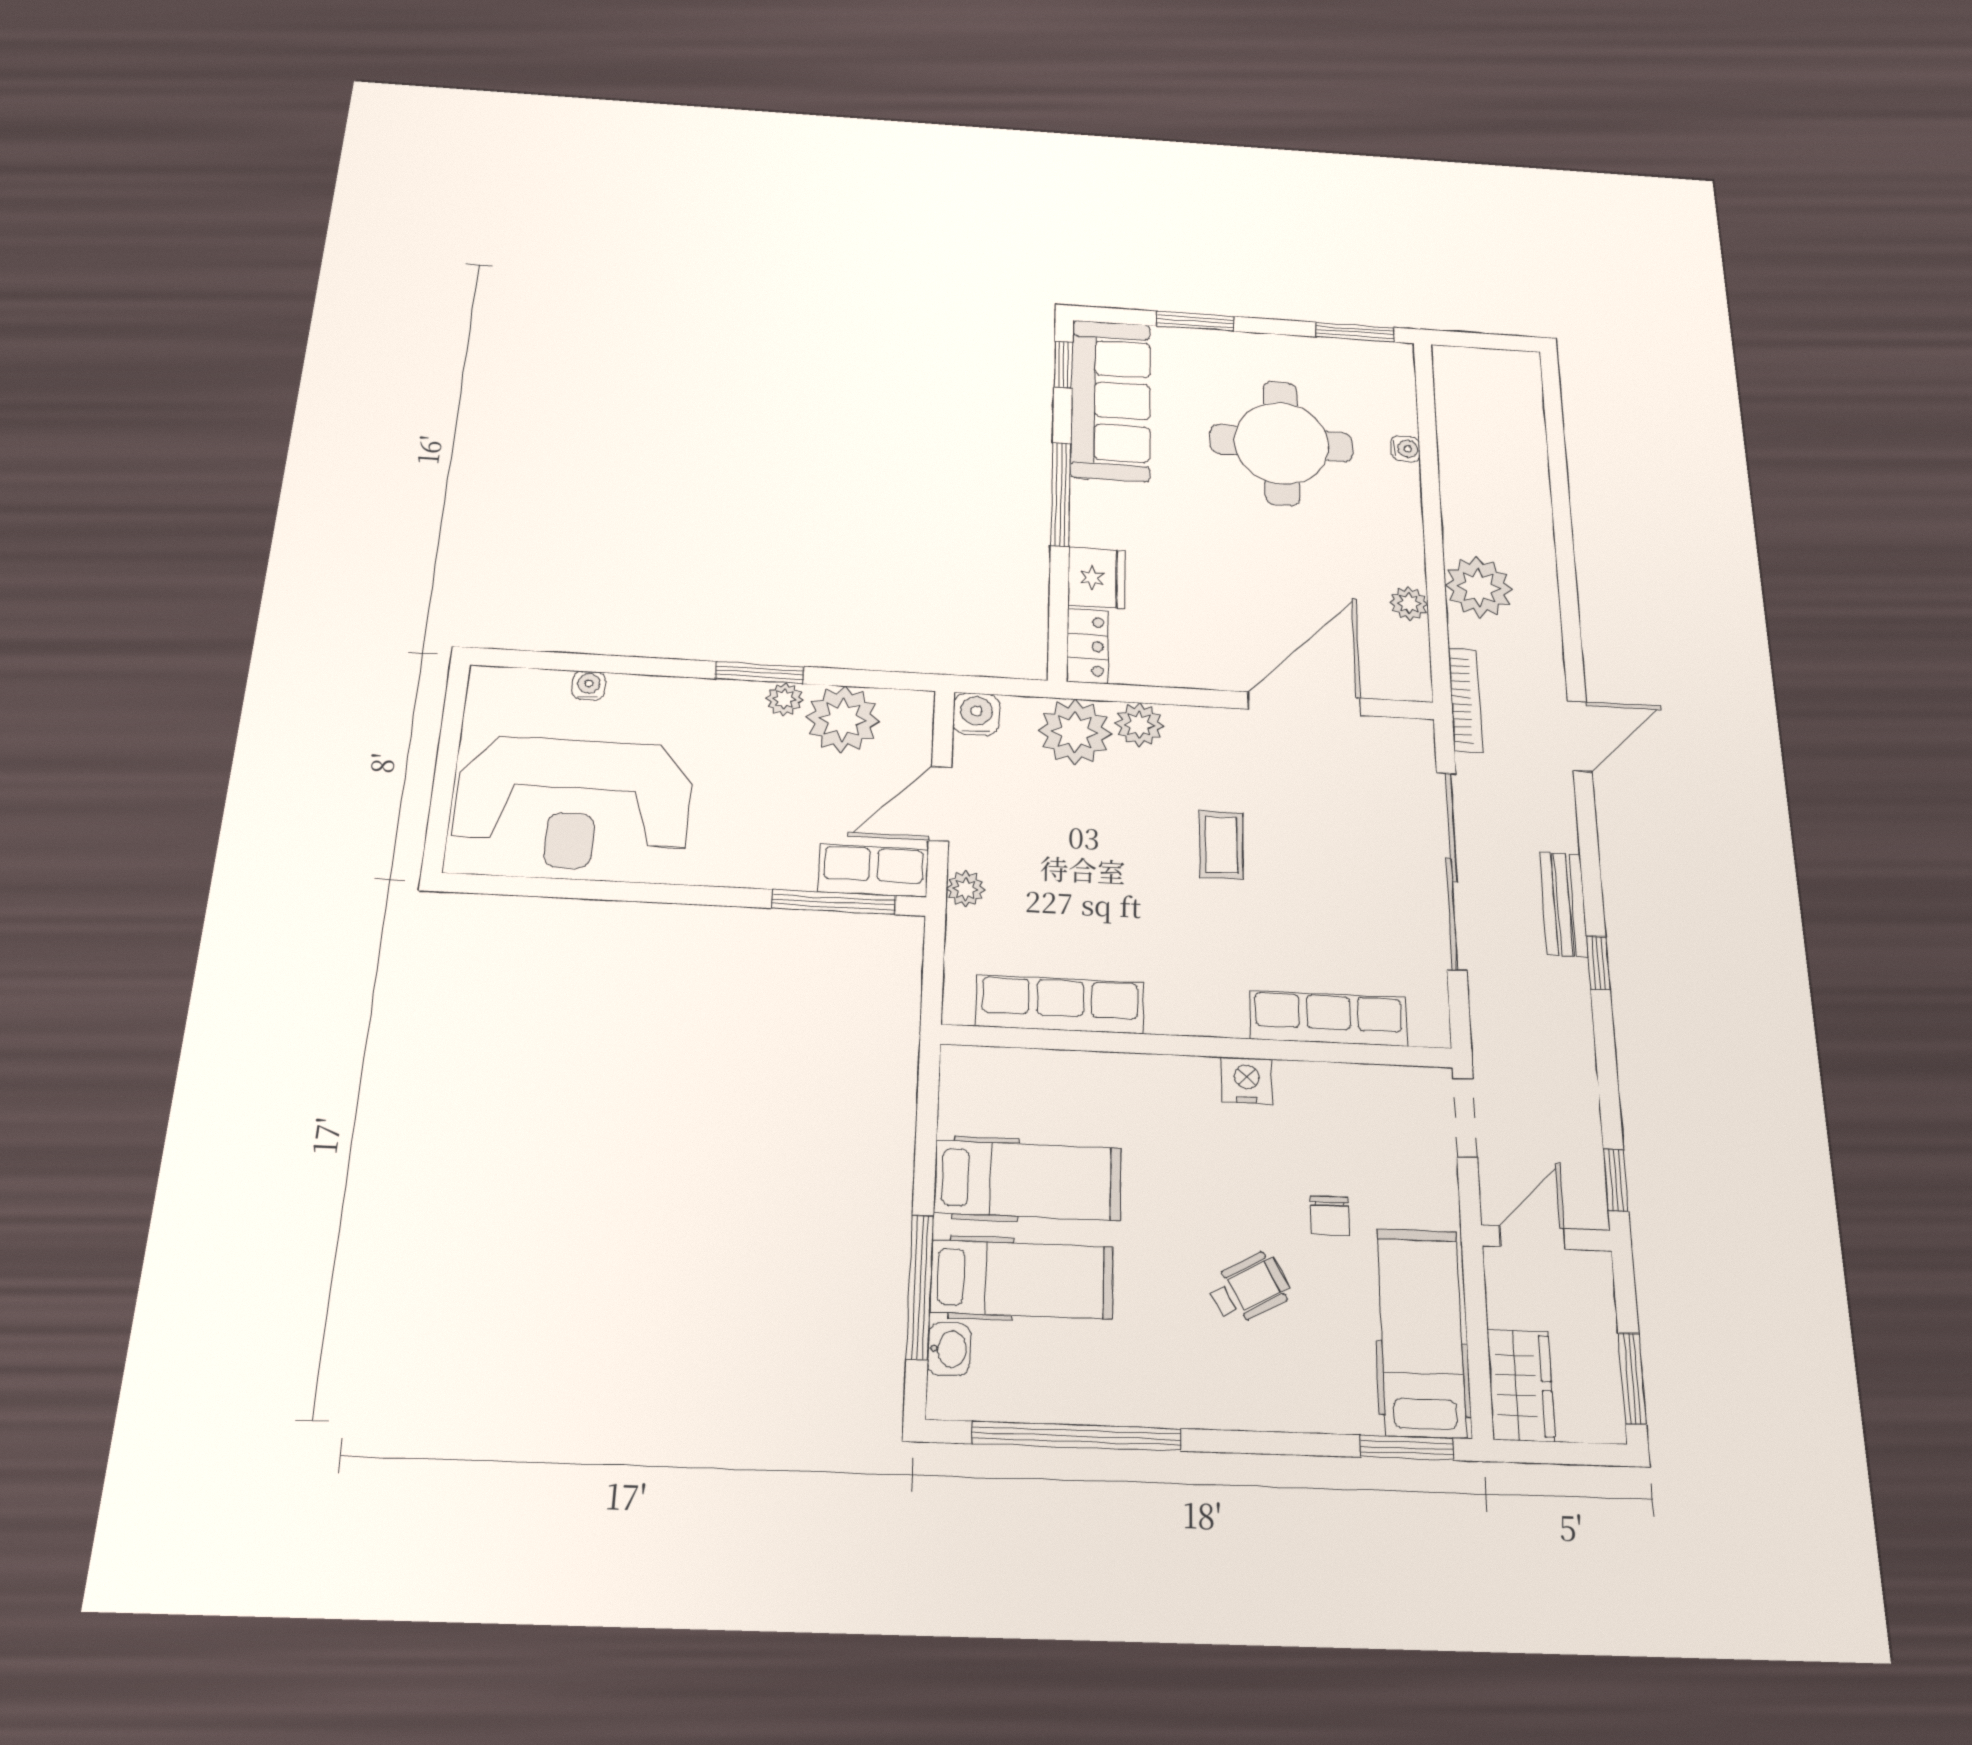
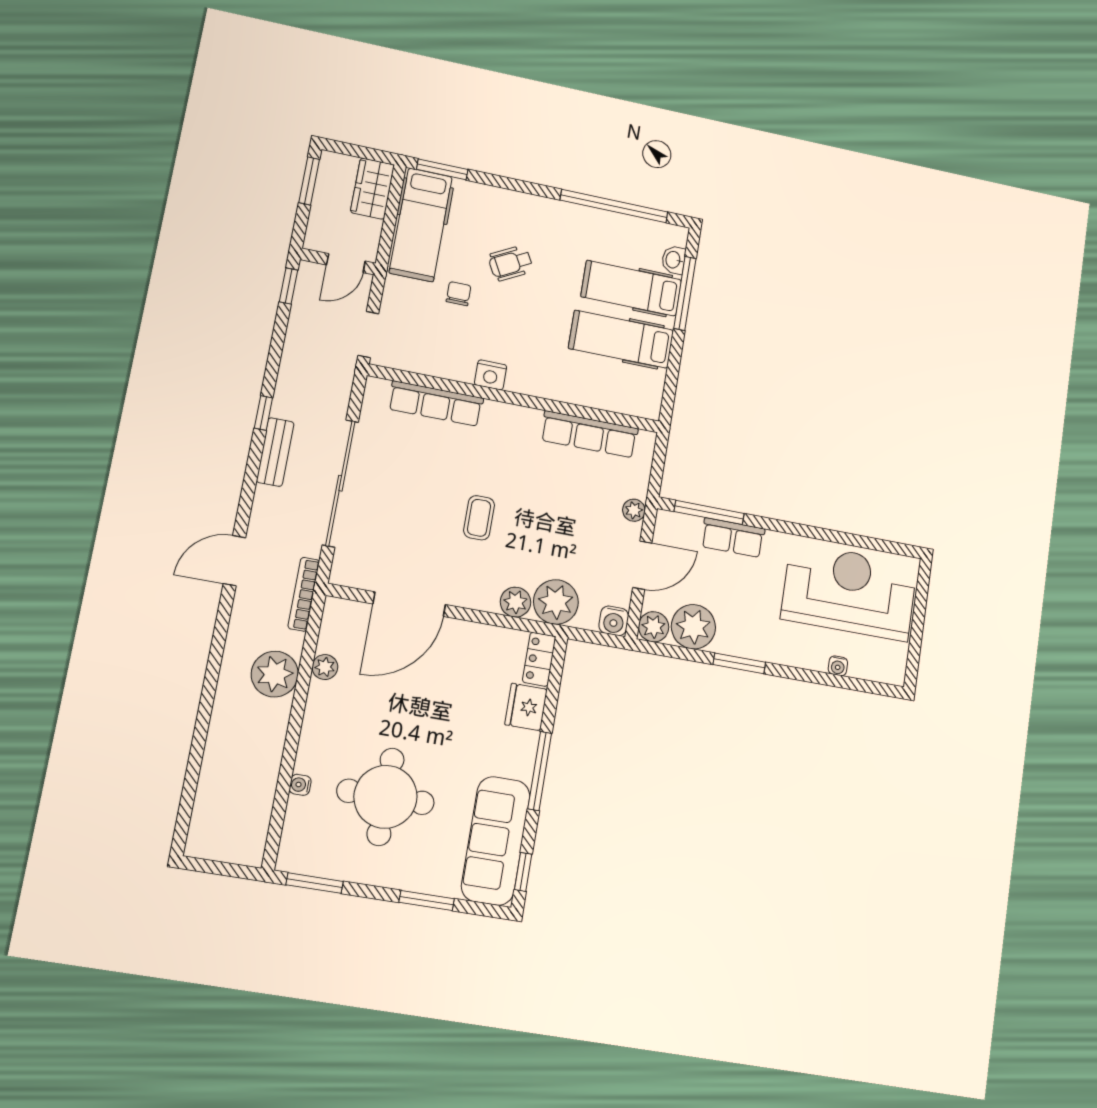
plant: (784, 699) -> (654, 627), moved, width x1.38, depth x1.38
row of seats: (873, 871) -> (733, 538), moved

